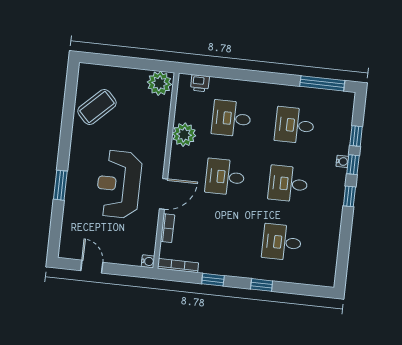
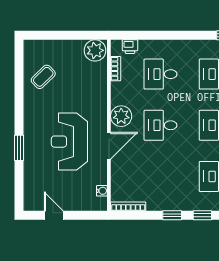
coffee table: (97, 107) -> (43, 77), width x0.73, depth x0.77
plant: (184, 135) -> (121, 116), moved
bookcase: (168, 228) -> (116, 69), moved
water cooler: (148, 261) -> (102, 191), moved
window: (213, 280) -> (172, 215), moved

